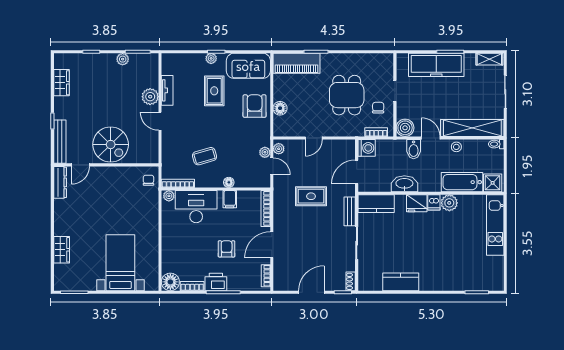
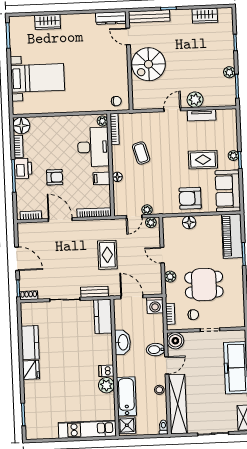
armchair: (255, 106) -> (190, 198), turned 180
plant: (337, 131) -> (170, 277), added
fridge: (417, 203) -> (31, 370), moved, turned 180

